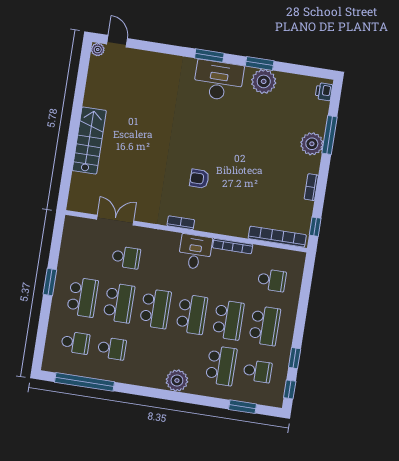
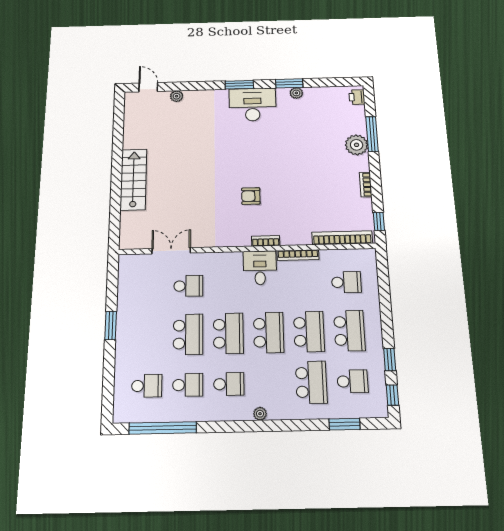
plant: (98, 50) -> (177, 96), moved
plant: (264, 81) -> (296, 93), width x0.53, depth x0.53
bookcase: (181, 223) -> (266, 241), moved
school desk: (83, 297) -> (229, 384), moved, width x0.54
plant: (177, 381) -> (260, 414), width x0.53, depth x0.53

